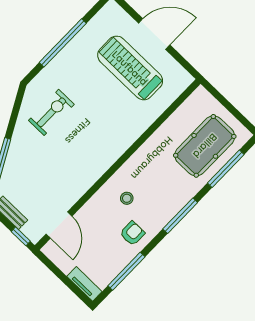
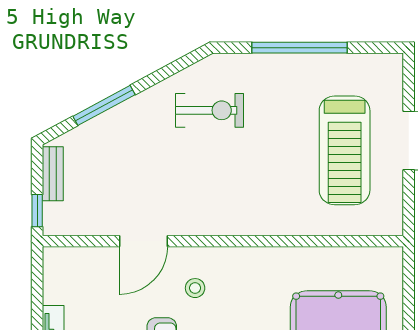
treadmill: (130, 68) -> (345, 150), turned 180
door: (59, 225) -> (143, 241), moved

